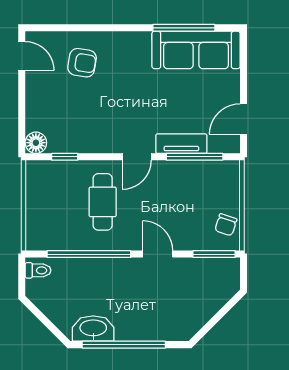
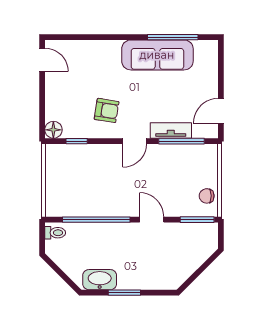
sofa: (196, 50) -> (157, 55), moved
armchair: (82, 63) -> (107, 110), moved
cafe table: (103, 202) -> (107, 177), removed
chair: (226, 225) -> (207, 196), turned 72
window: (124, 345) -> (124, 293), width x0.47

